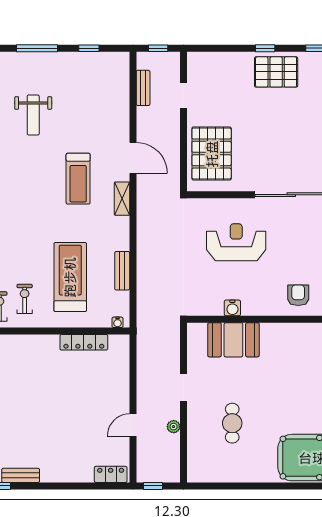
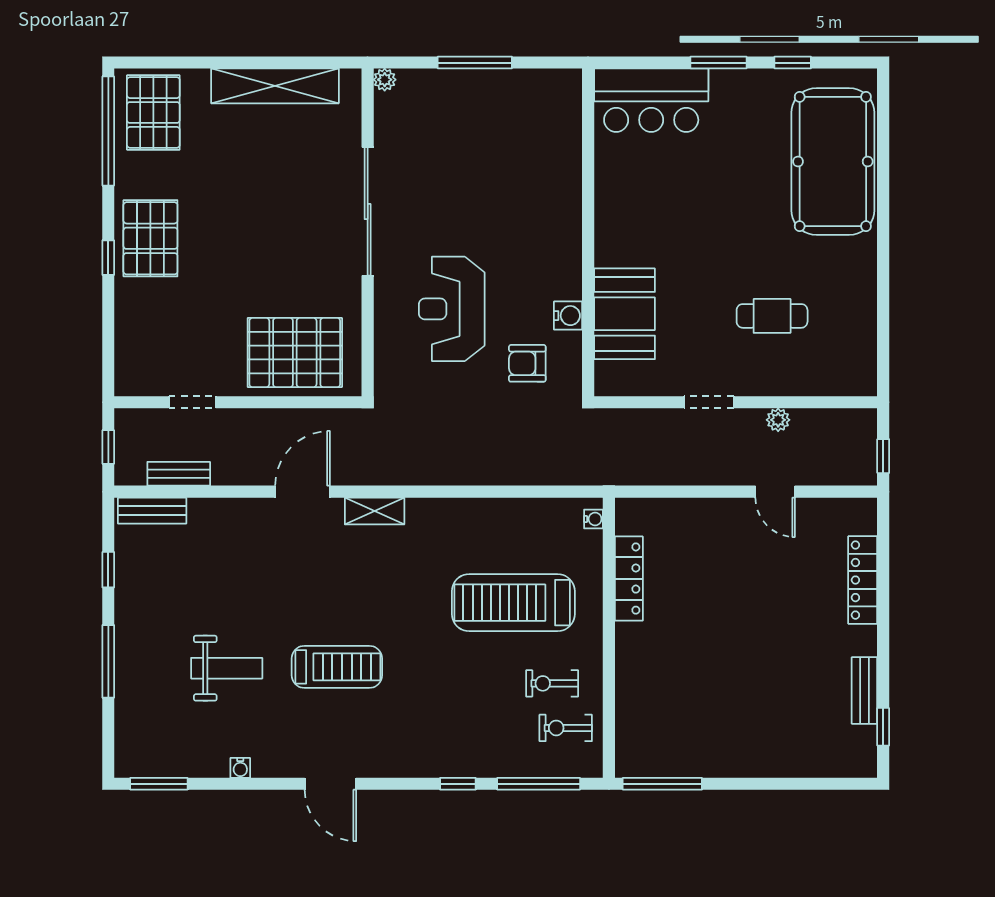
treadmill: (78, 179) -> (337, 667), moved
bench: (122, 271) -> (152, 511), moved
armchair: (298, 295) -> (527, 363), moved
locker: (111, 474) -> (863, 580), moved, width x1.53

